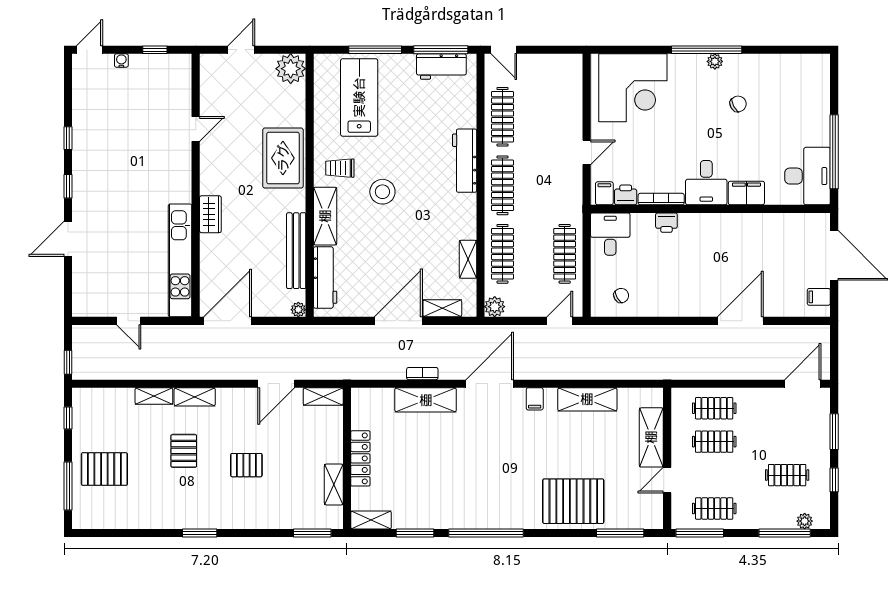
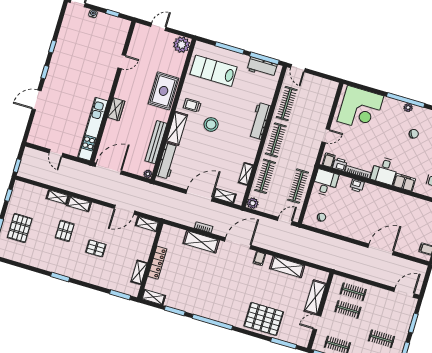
lab bench: (359, 97) -> (214, 71), turned -90
pallet: (104, 469) -> (20, 228), turned 90

